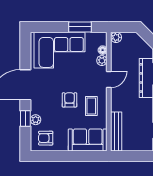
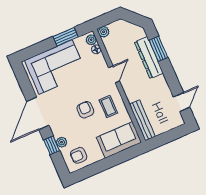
plant: (102, 61) -> (91, 40), moved

